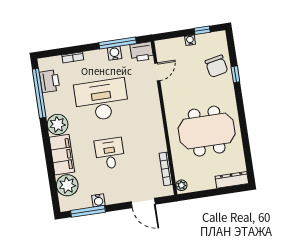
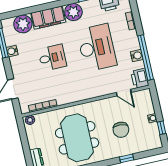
window: (118, 43) -> (146, 58), width x1.46
chair: (216, 66) -> (121, 130), moved, turned -74

